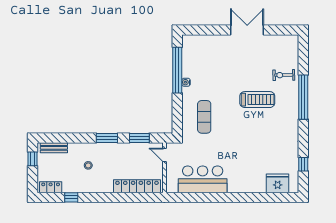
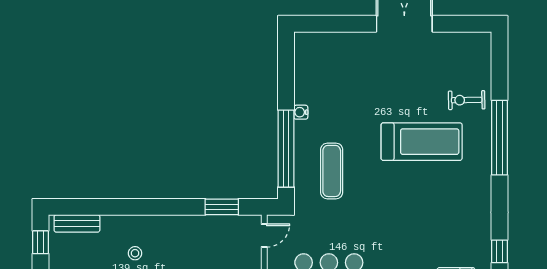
window: (177, 70) -> (286, 149), moved
treadmill: (257, 100) -> (422, 142), width x1.37, depth x1.38
window: (107, 138) -> (167, 207), removed
door: (164, 155) -> (264, 235), swing flipped

